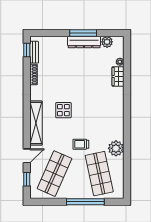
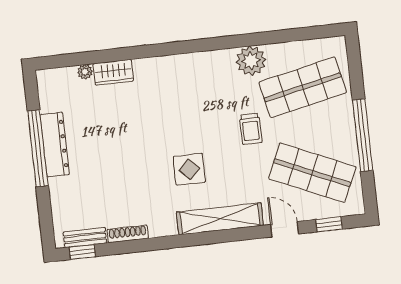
window: (83, 33) -> (38, 148), width x1.46
plant: (107, 42) -> (50, 101), removed
window: (85, 202) -> (363, 135), moved

